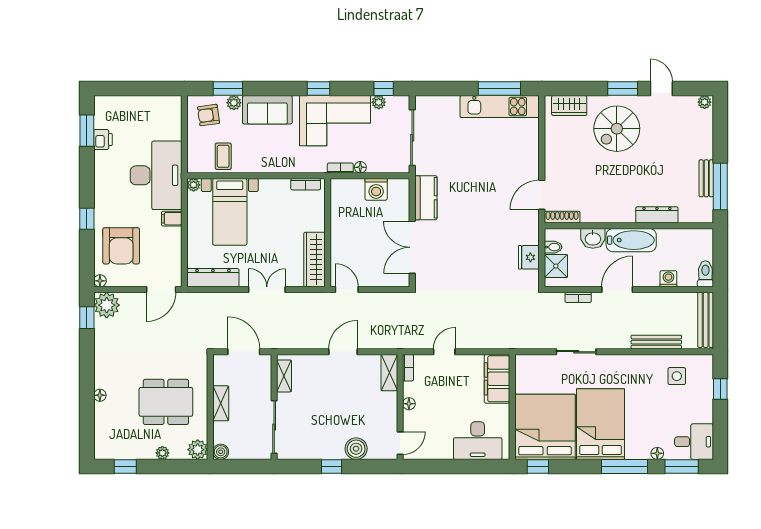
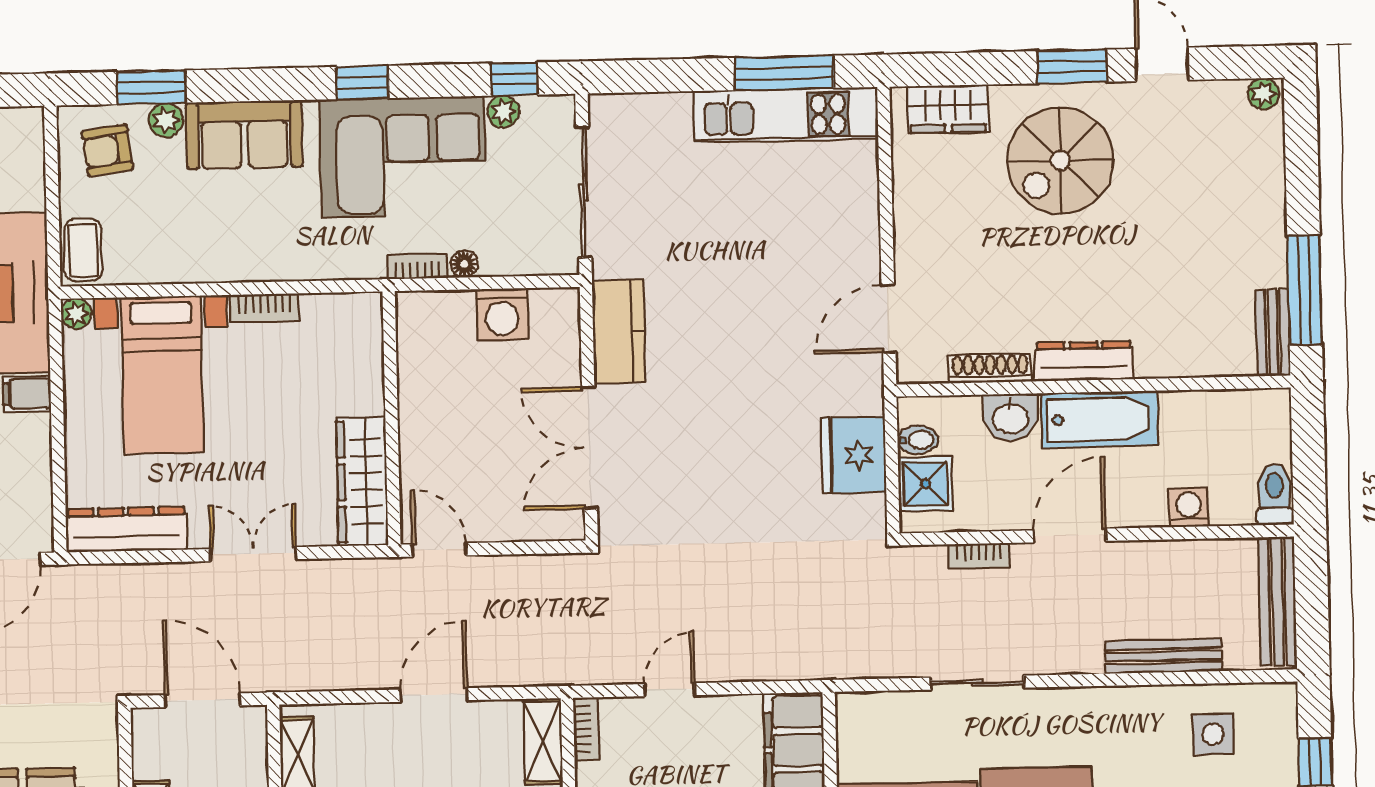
coffee table: (223, 156) -> (83, 250), moved
bench: (706, 178) -> (1273, 333), moved
bookcase: (306, 184) -> (264, 308), moved
dresser: (657, 215) -> (1084, 361), moved
shoe rack: (562, 217) -> (990, 368), moved
fridge: (529, 257) -> (854, 455), width x1.36, depth x1.34

